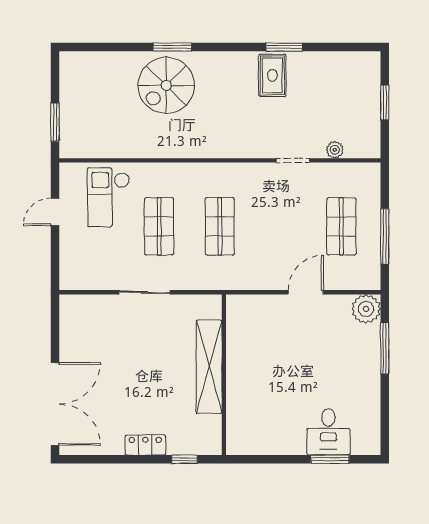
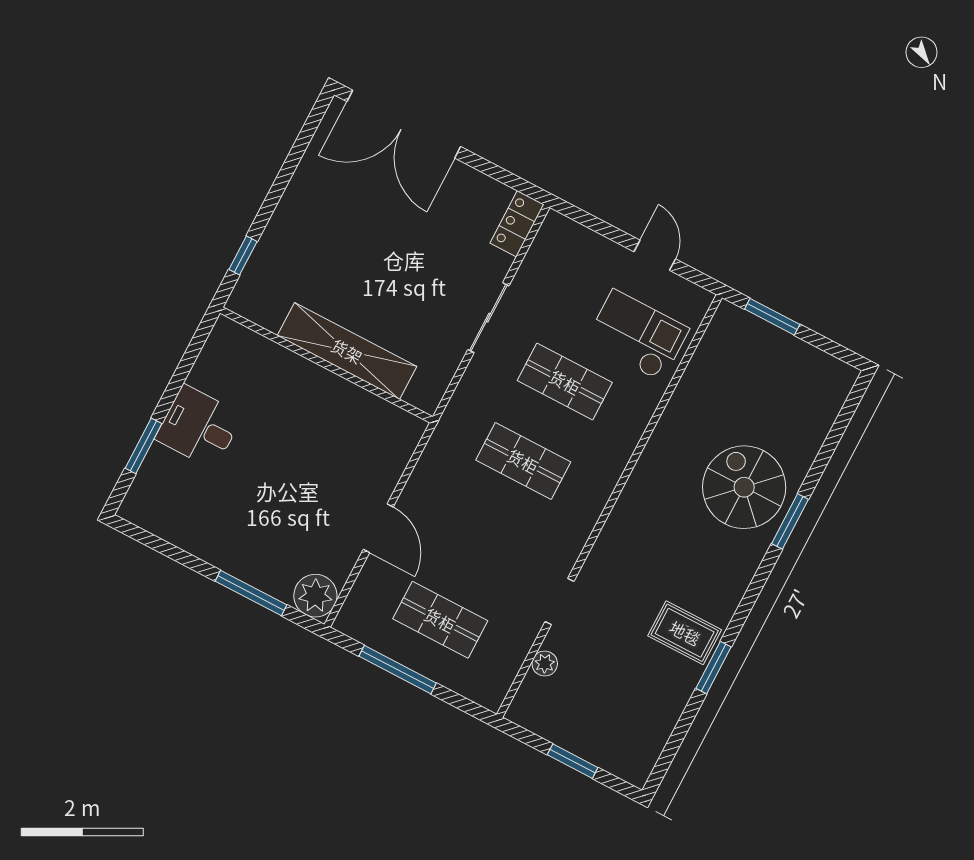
desk: (328, 432) -> (199, 427), moved
locker: (145, 445) -> (517, 224), moved, turned 180

